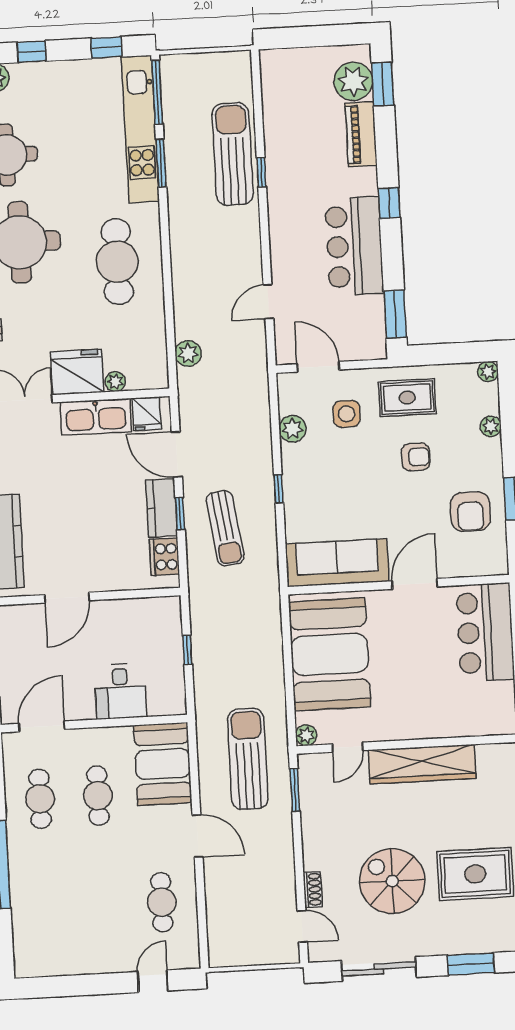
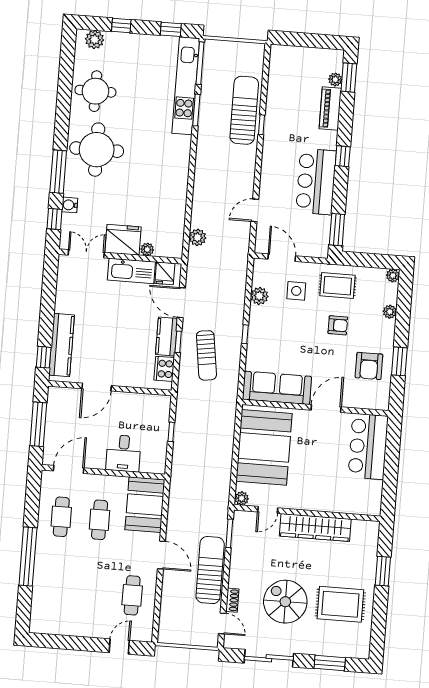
plant: (353, 81) -> (335, 80), width x0.53, depth x0.53
cafe table: (117, 262) -> (159, 171), removed
sun lounger: (248, 759) -> (210, 570), moved

